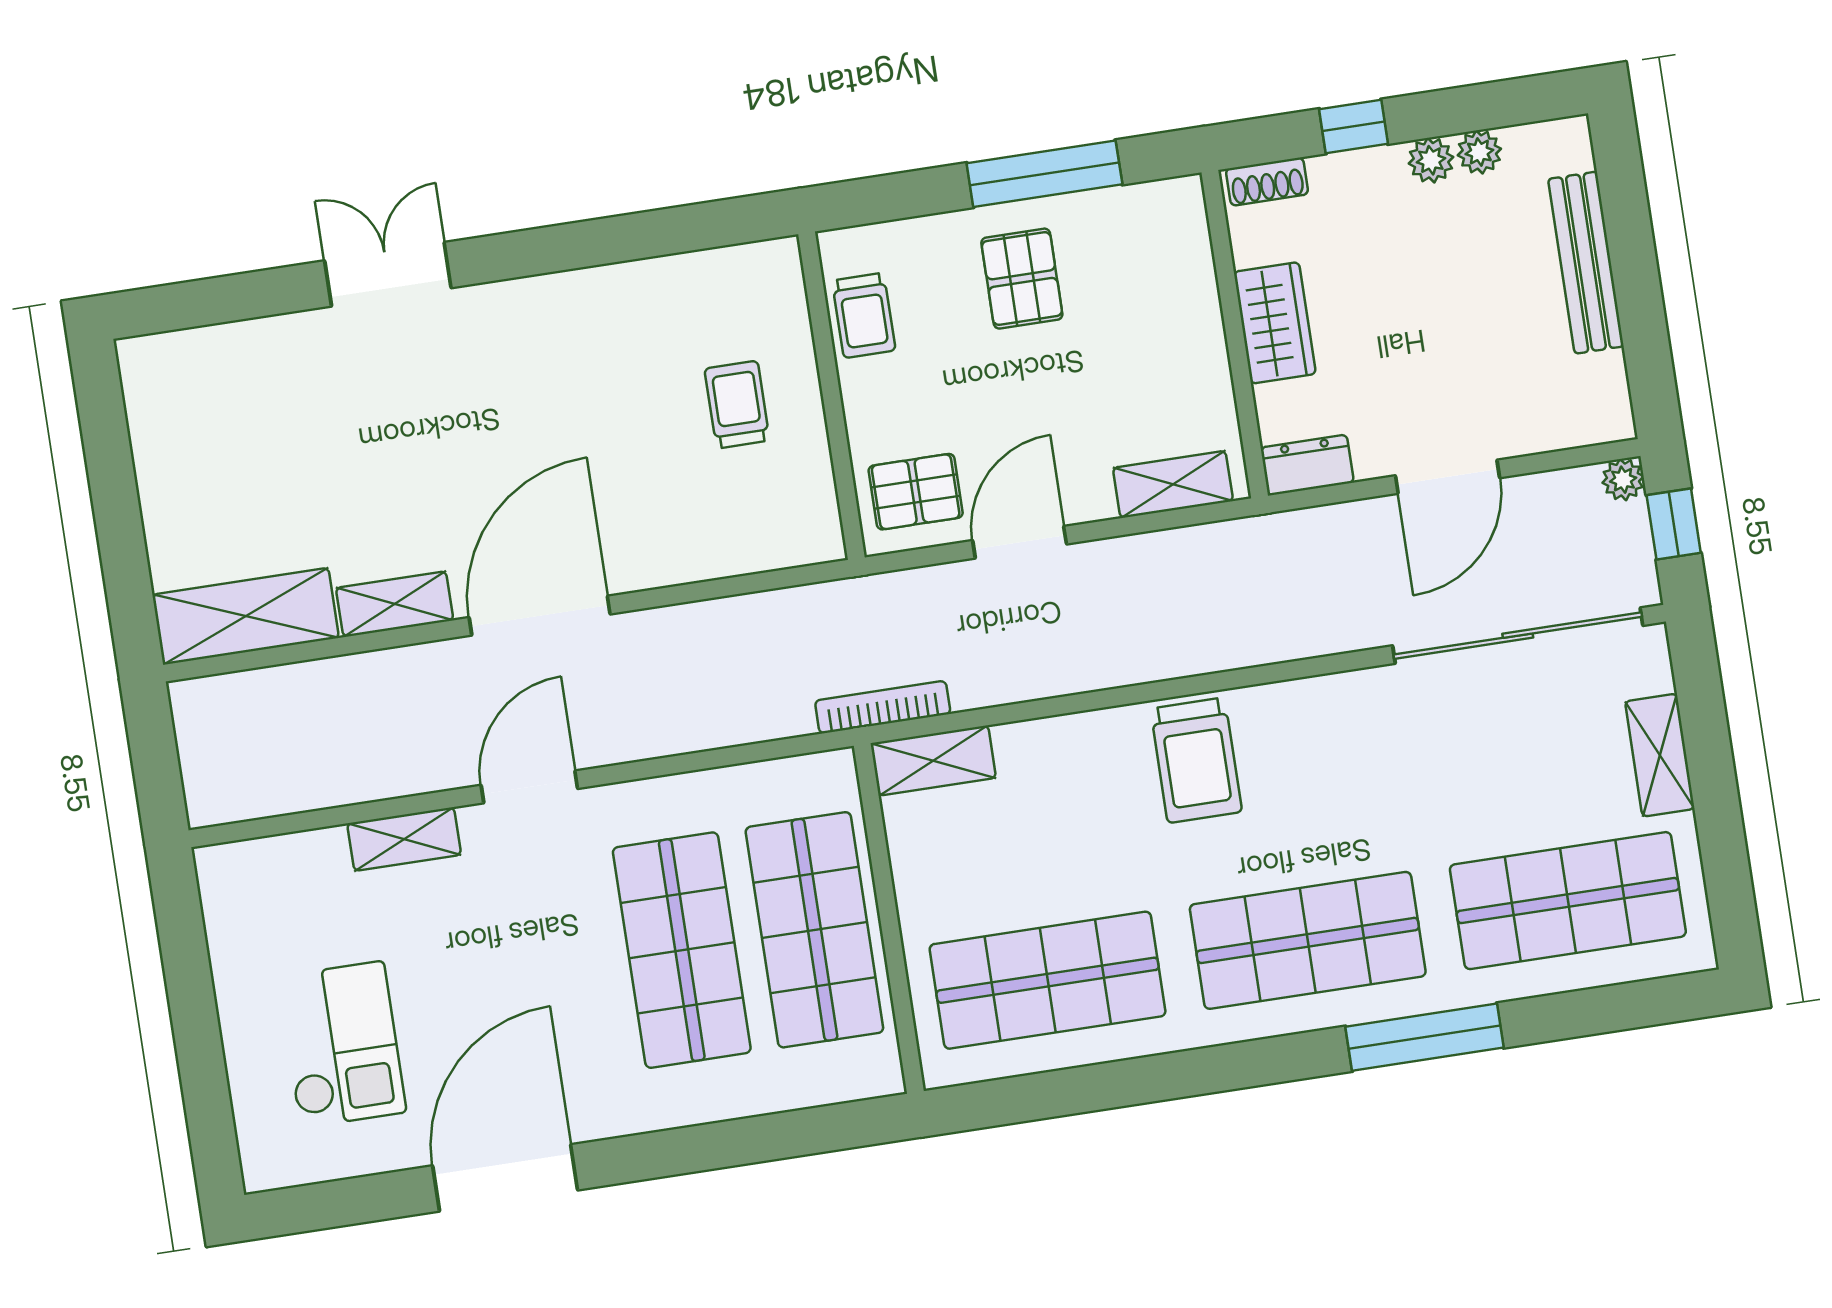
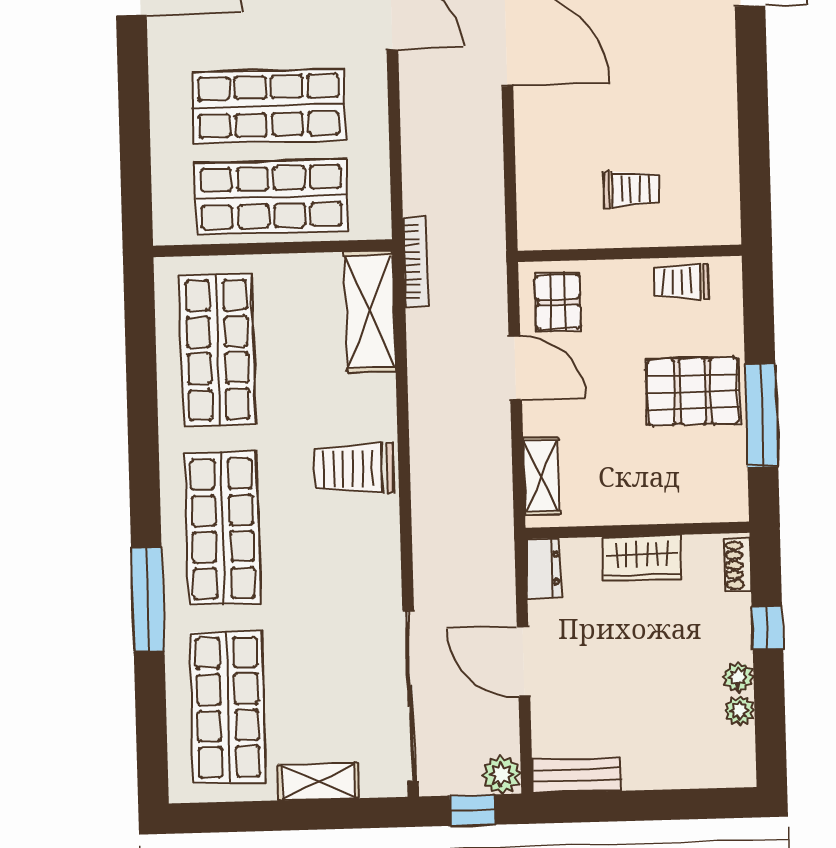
bench: (1586, 263) -> (576, 775), moved, width x0.73
pallet: (1022, 279) -> (693, 392), width x1.50, depth x1.42
plant: (1623, 480) -> (501, 775), width x1.38, depth x1.38
shelving: (933, 761) -> (370, 312), width x1.50, depth x1.33

